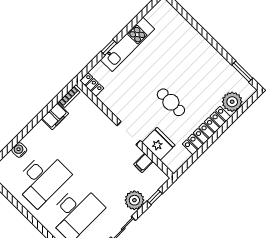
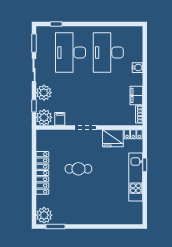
plant: (232, 102) -> (44, 215), moved
fridge: (158, 144) -> (113, 138), moved
water cooler: (19, 150) -> (138, 68), moved
plant: (156, 178) -> (44, 117), added

